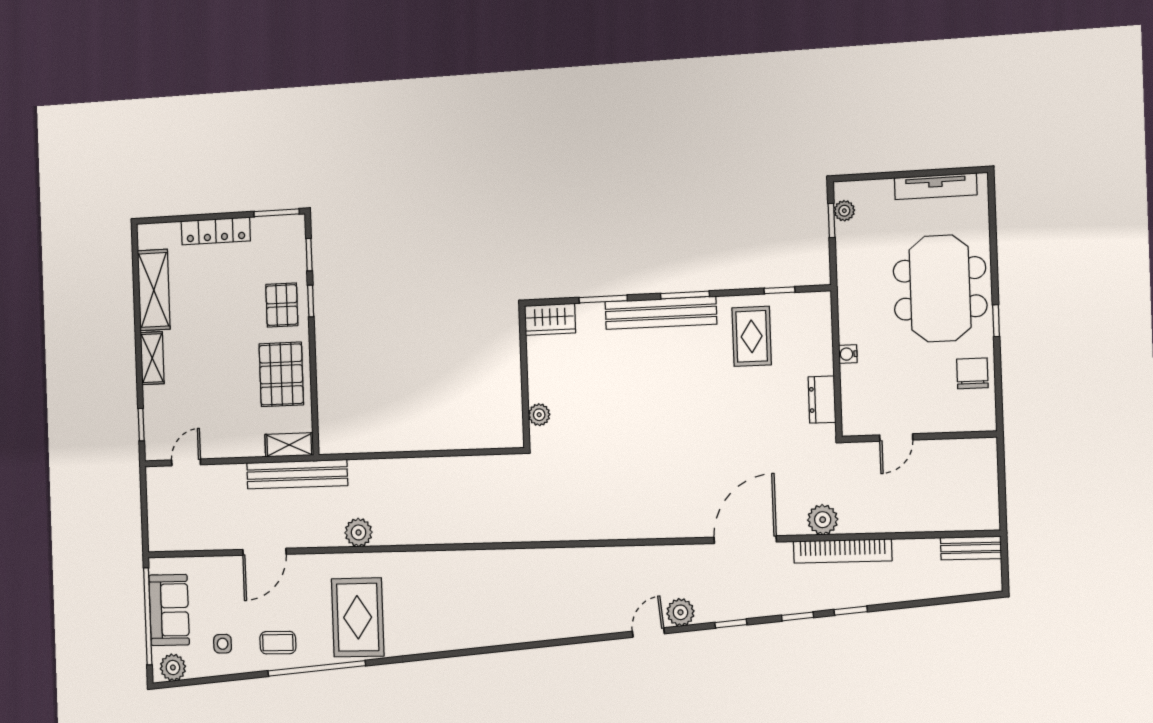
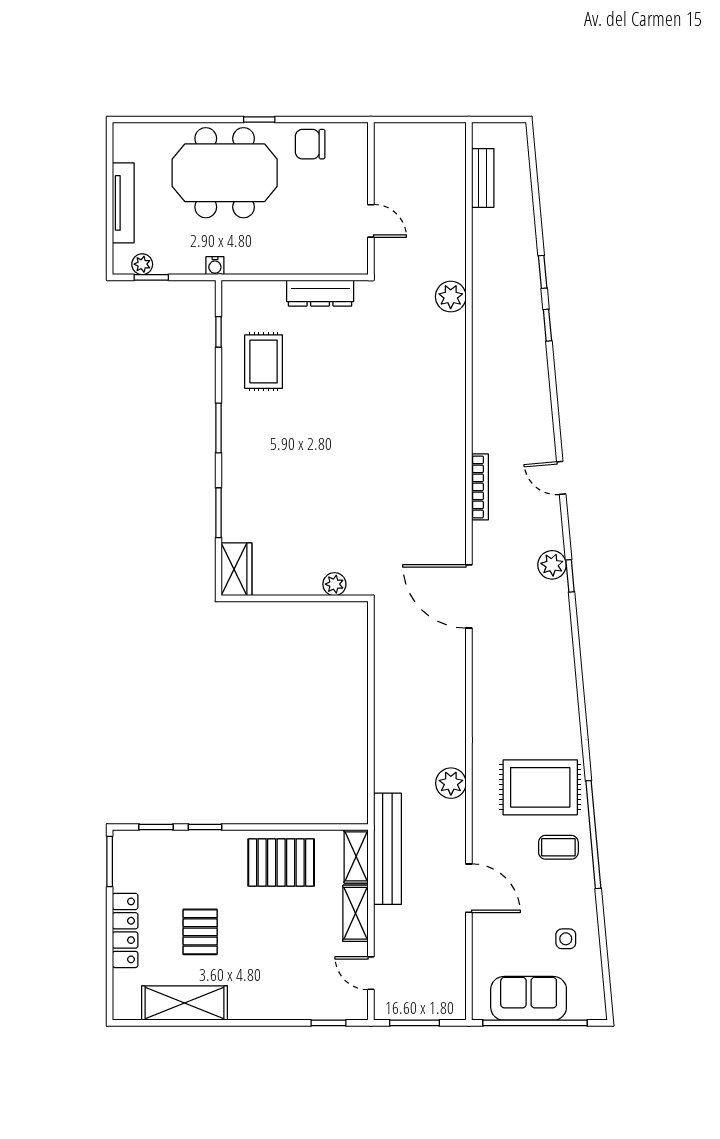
tv unit: (936, 186) -> (123, 203), moved
pallet: (282, 305) -> (200, 932), moved, turned 90
bench: (661, 313) -> (235, 454), removed
rug: (752, 336) -> (264, 362), turned 90
water cooler: (848, 354) -> (215, 266), moved
shelving: (152, 358) -> (356, 913), moved, turned 90
dresser: (822, 400) -> (320, 293), width x1.44
window: (144, 504) -> (415, 1023), added
door: (745, 540) -> (469, 596), moved
bench: (971, 548) -> (483, 178), moved
bookcase: (843, 551) -> (480, 487), moved, width x0.68, depth x0.76
plant: (680, 612) -> (552, 565), moved
window: (731, 624) -> (570, 576), moved
coffee table: (278, 643) -> (558, 847), moved, turned 90
plant: (173, 667) -> (590, 996), removed

